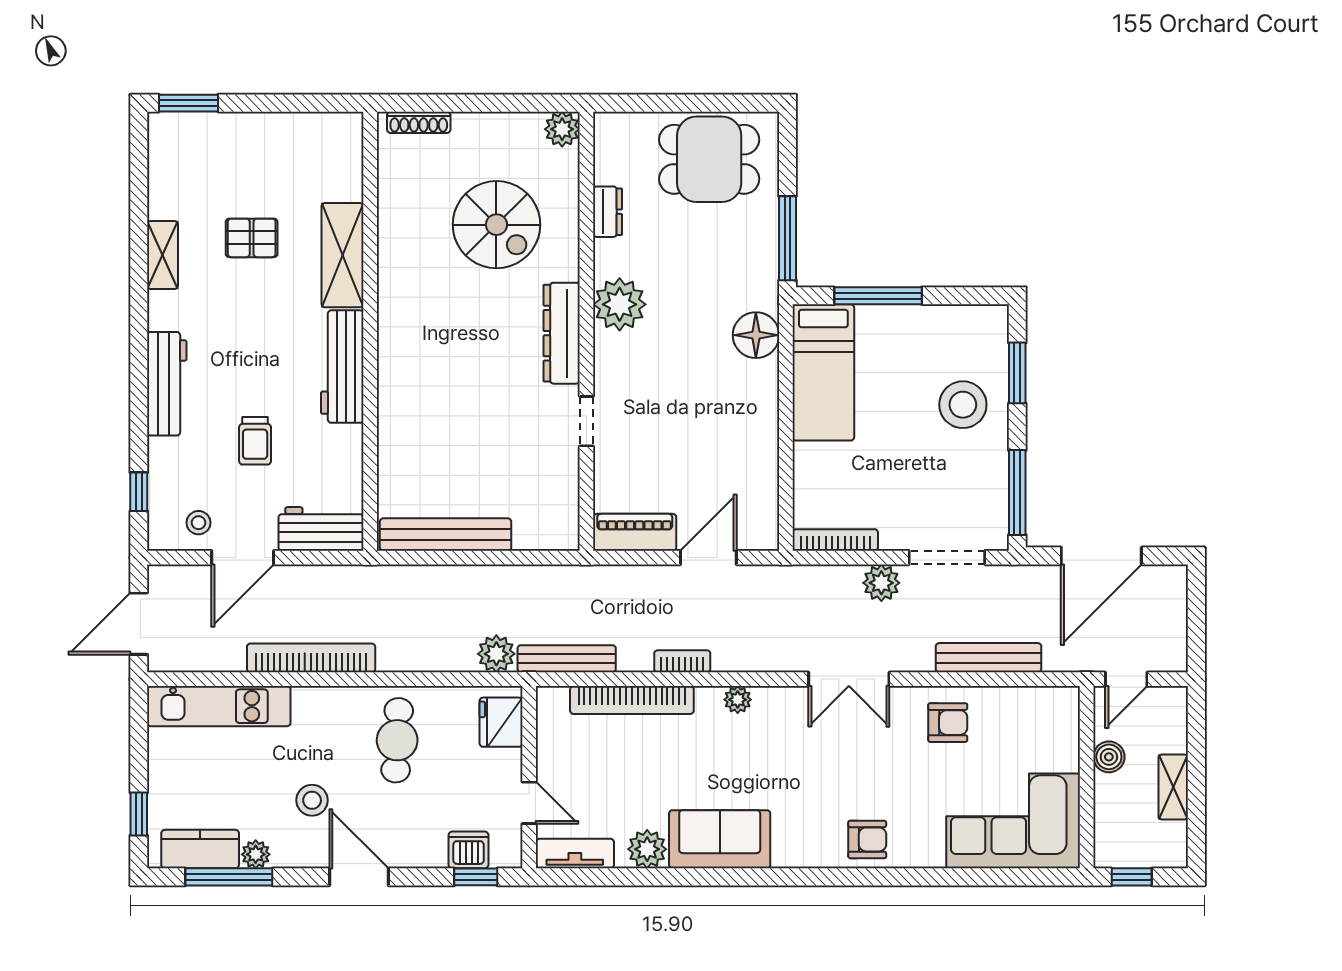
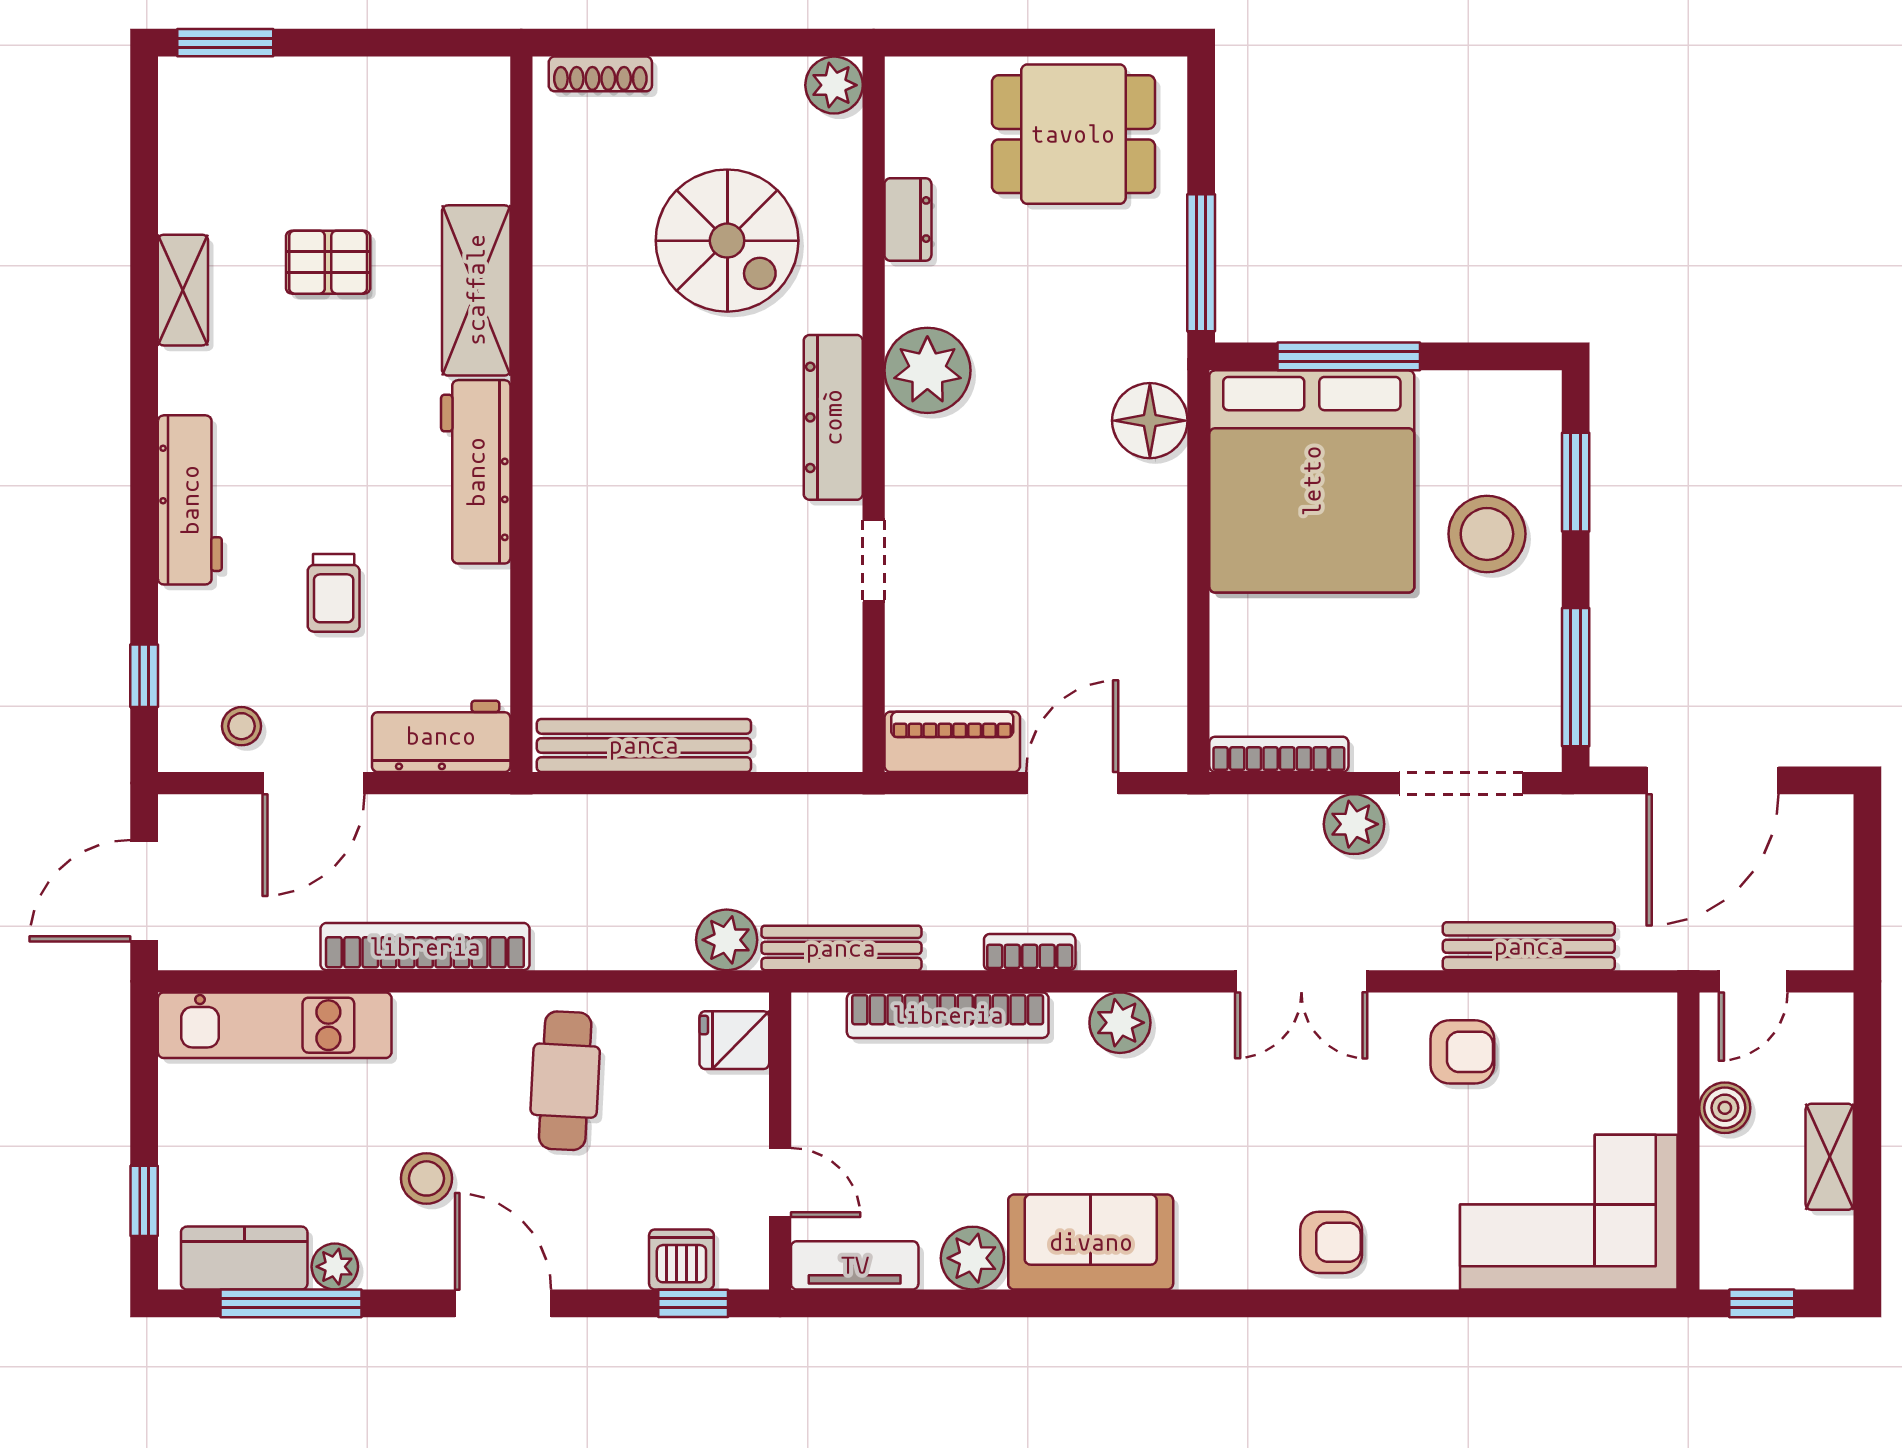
bed: (823, 372) -> (1312, 481), width x2.04
plant: (738, 700) -> (1120, 1023), width x1.38, depth x1.38
fridge: (501, 722) -> (734, 1040), width x0.72

